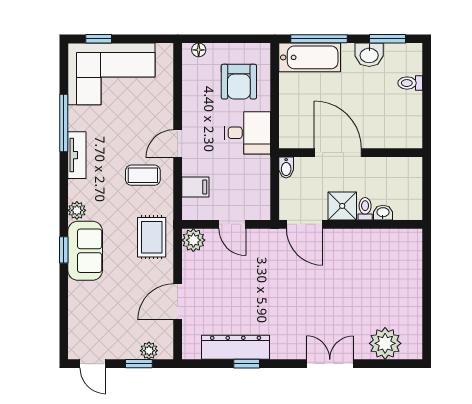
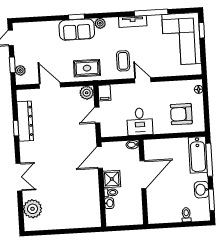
desk: (248, 133) -> (140, 122), moved
filing cabinet: (195, 187) -> (104, 93), moved

